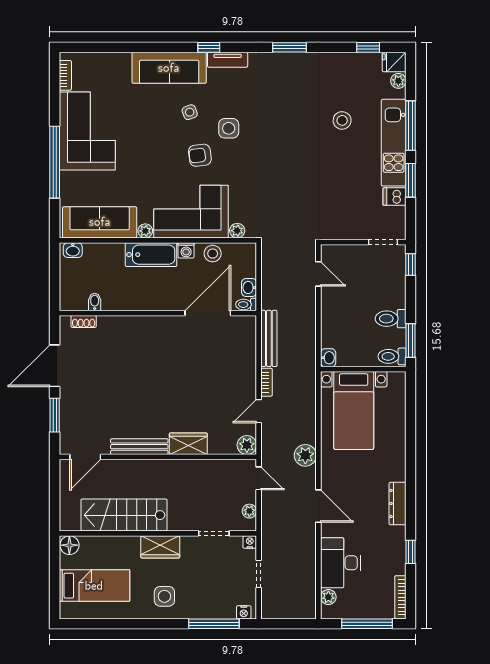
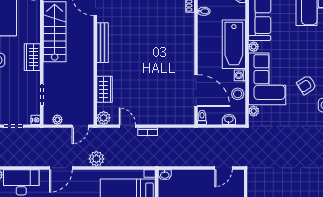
armchair: (200, 155) -> (307, 85), turned -115
bathtub: (151, 255) -> (234, 44), width x1.36, depth x1.36
washbasin: (249, 288) -> (229, 119), moved
bench: (269, 338) -> (178, 133), removed
wardrobe: (188, 444) -> (105, 89), moved

